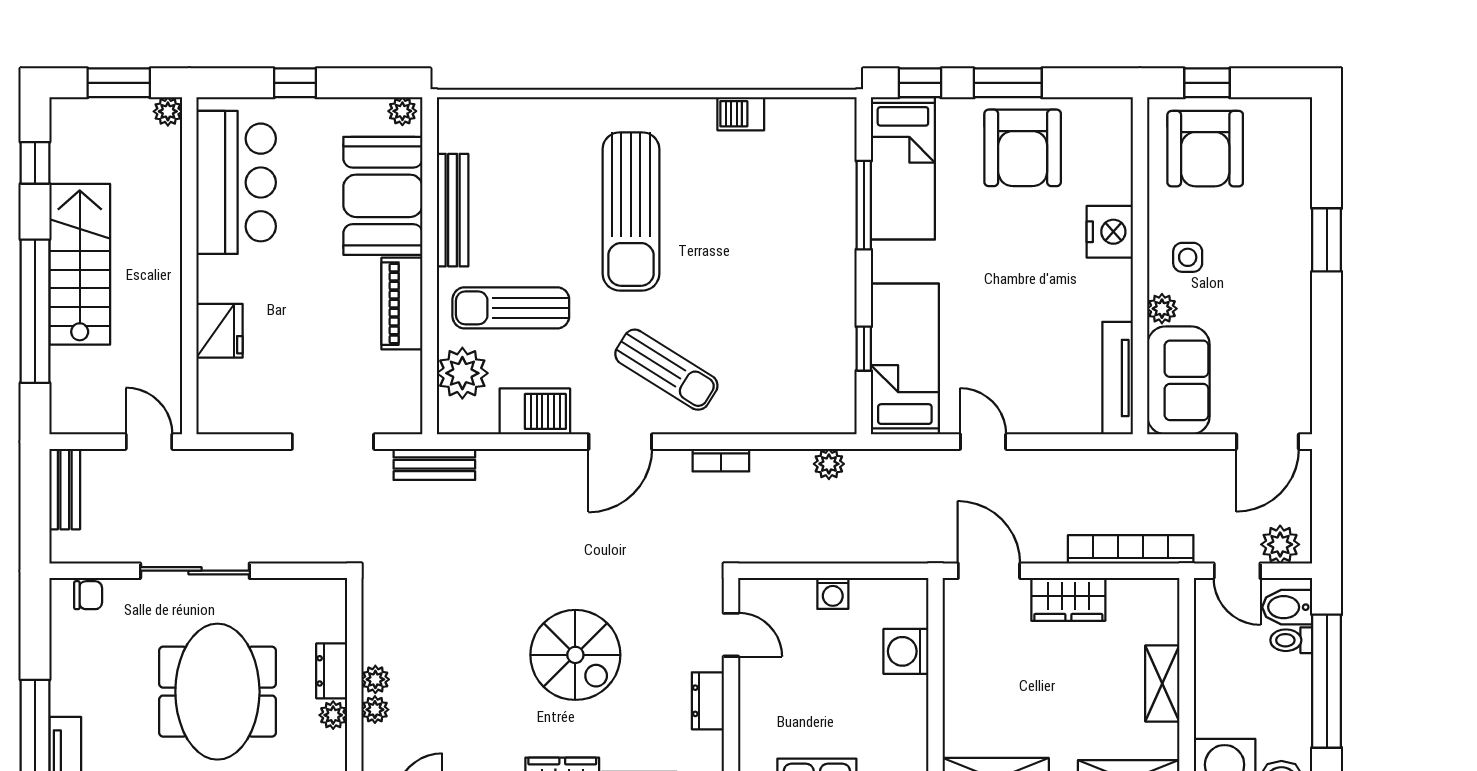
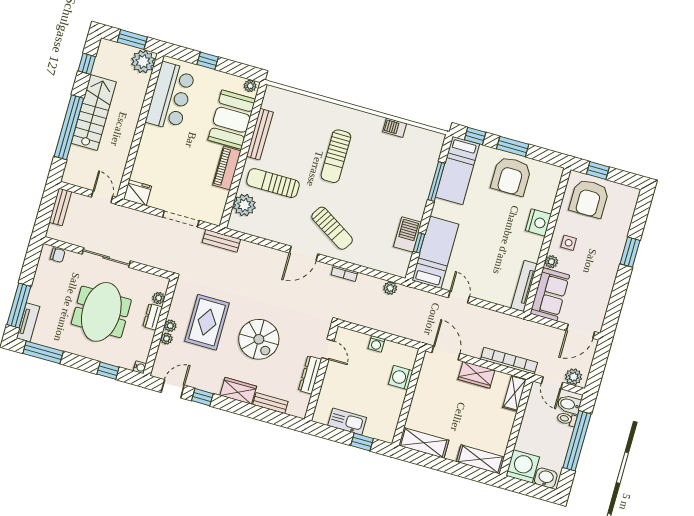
plant: (168, 111) -> (143, 62), width x1.87, depth x1.87
sun lounger: (631, 211) -> (336, 156), width x0.73, depth x0.75
fridge: (220, 331) -> (137, 193), moved, turned -90
barbecue: (535, 411) -> (407, 234), moved, turned -90
rug: (453, 649) -> (207, 322), added
shelving: (1162, 684) -> (515, 393), moved
dresser: (708, 701) -> (310, 375), width x1.44
plant: (333, 715) -> (159, 298), moved

